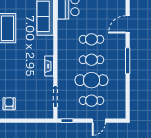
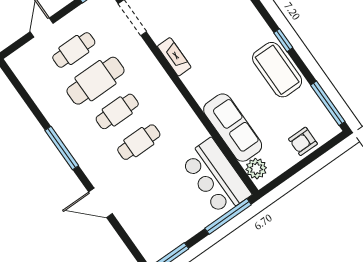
door: (128, 24) -> (100, 203), swing flipped

